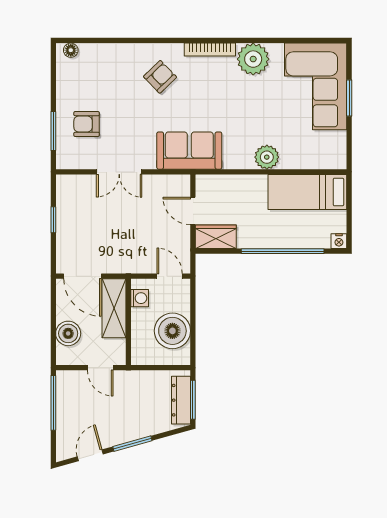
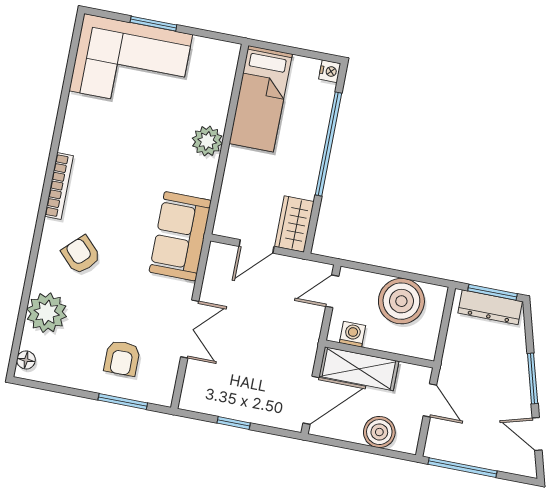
plant: (253, 59) -> (47, 313), moved
door: (100, 368) -> (430, 400), hinge flipped

